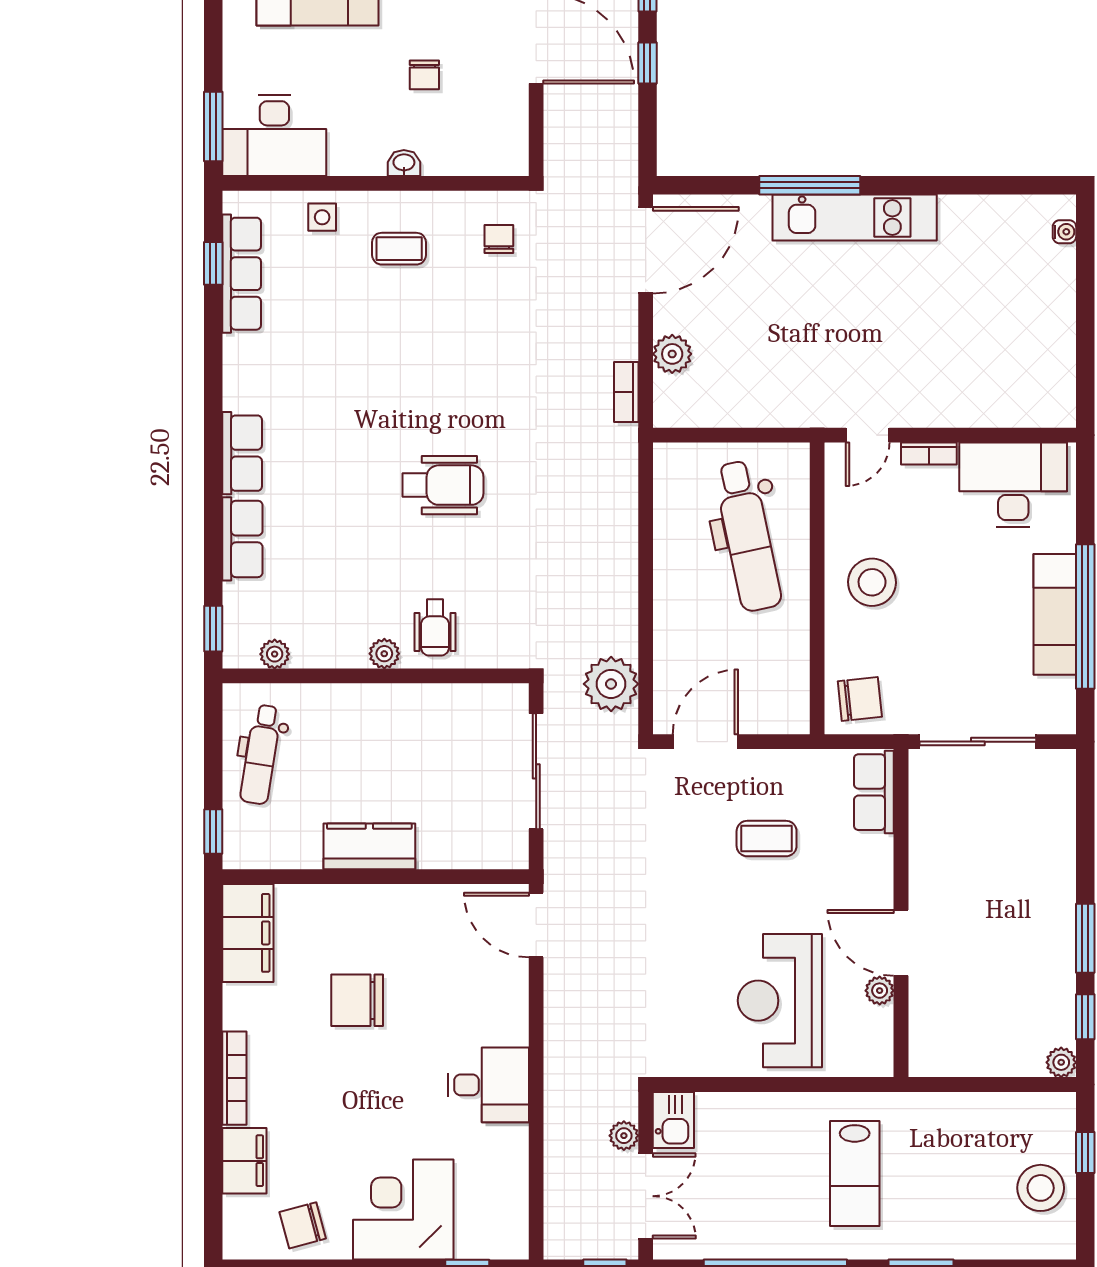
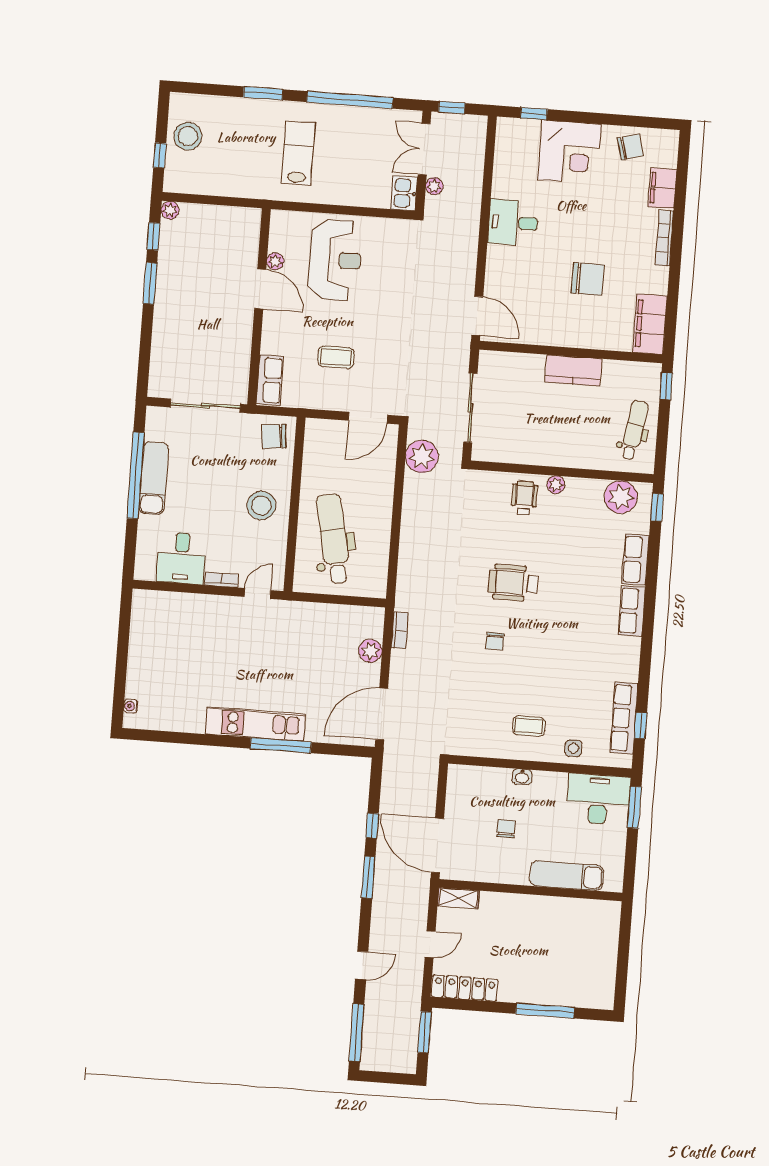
chair: (499, 239) -> (495, 641), moved
desk: (1013, 485) -> (181, 558), width x0.73
plant: (275, 654) -> (621, 497), width x1.87, depth x1.87

